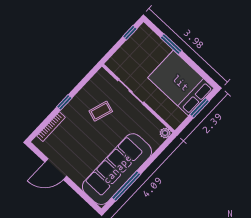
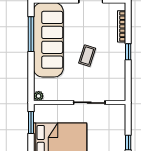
window: (200, 108) -> (31, 123), moved
coffee table: (101, 111) -> (87, 56), moved

